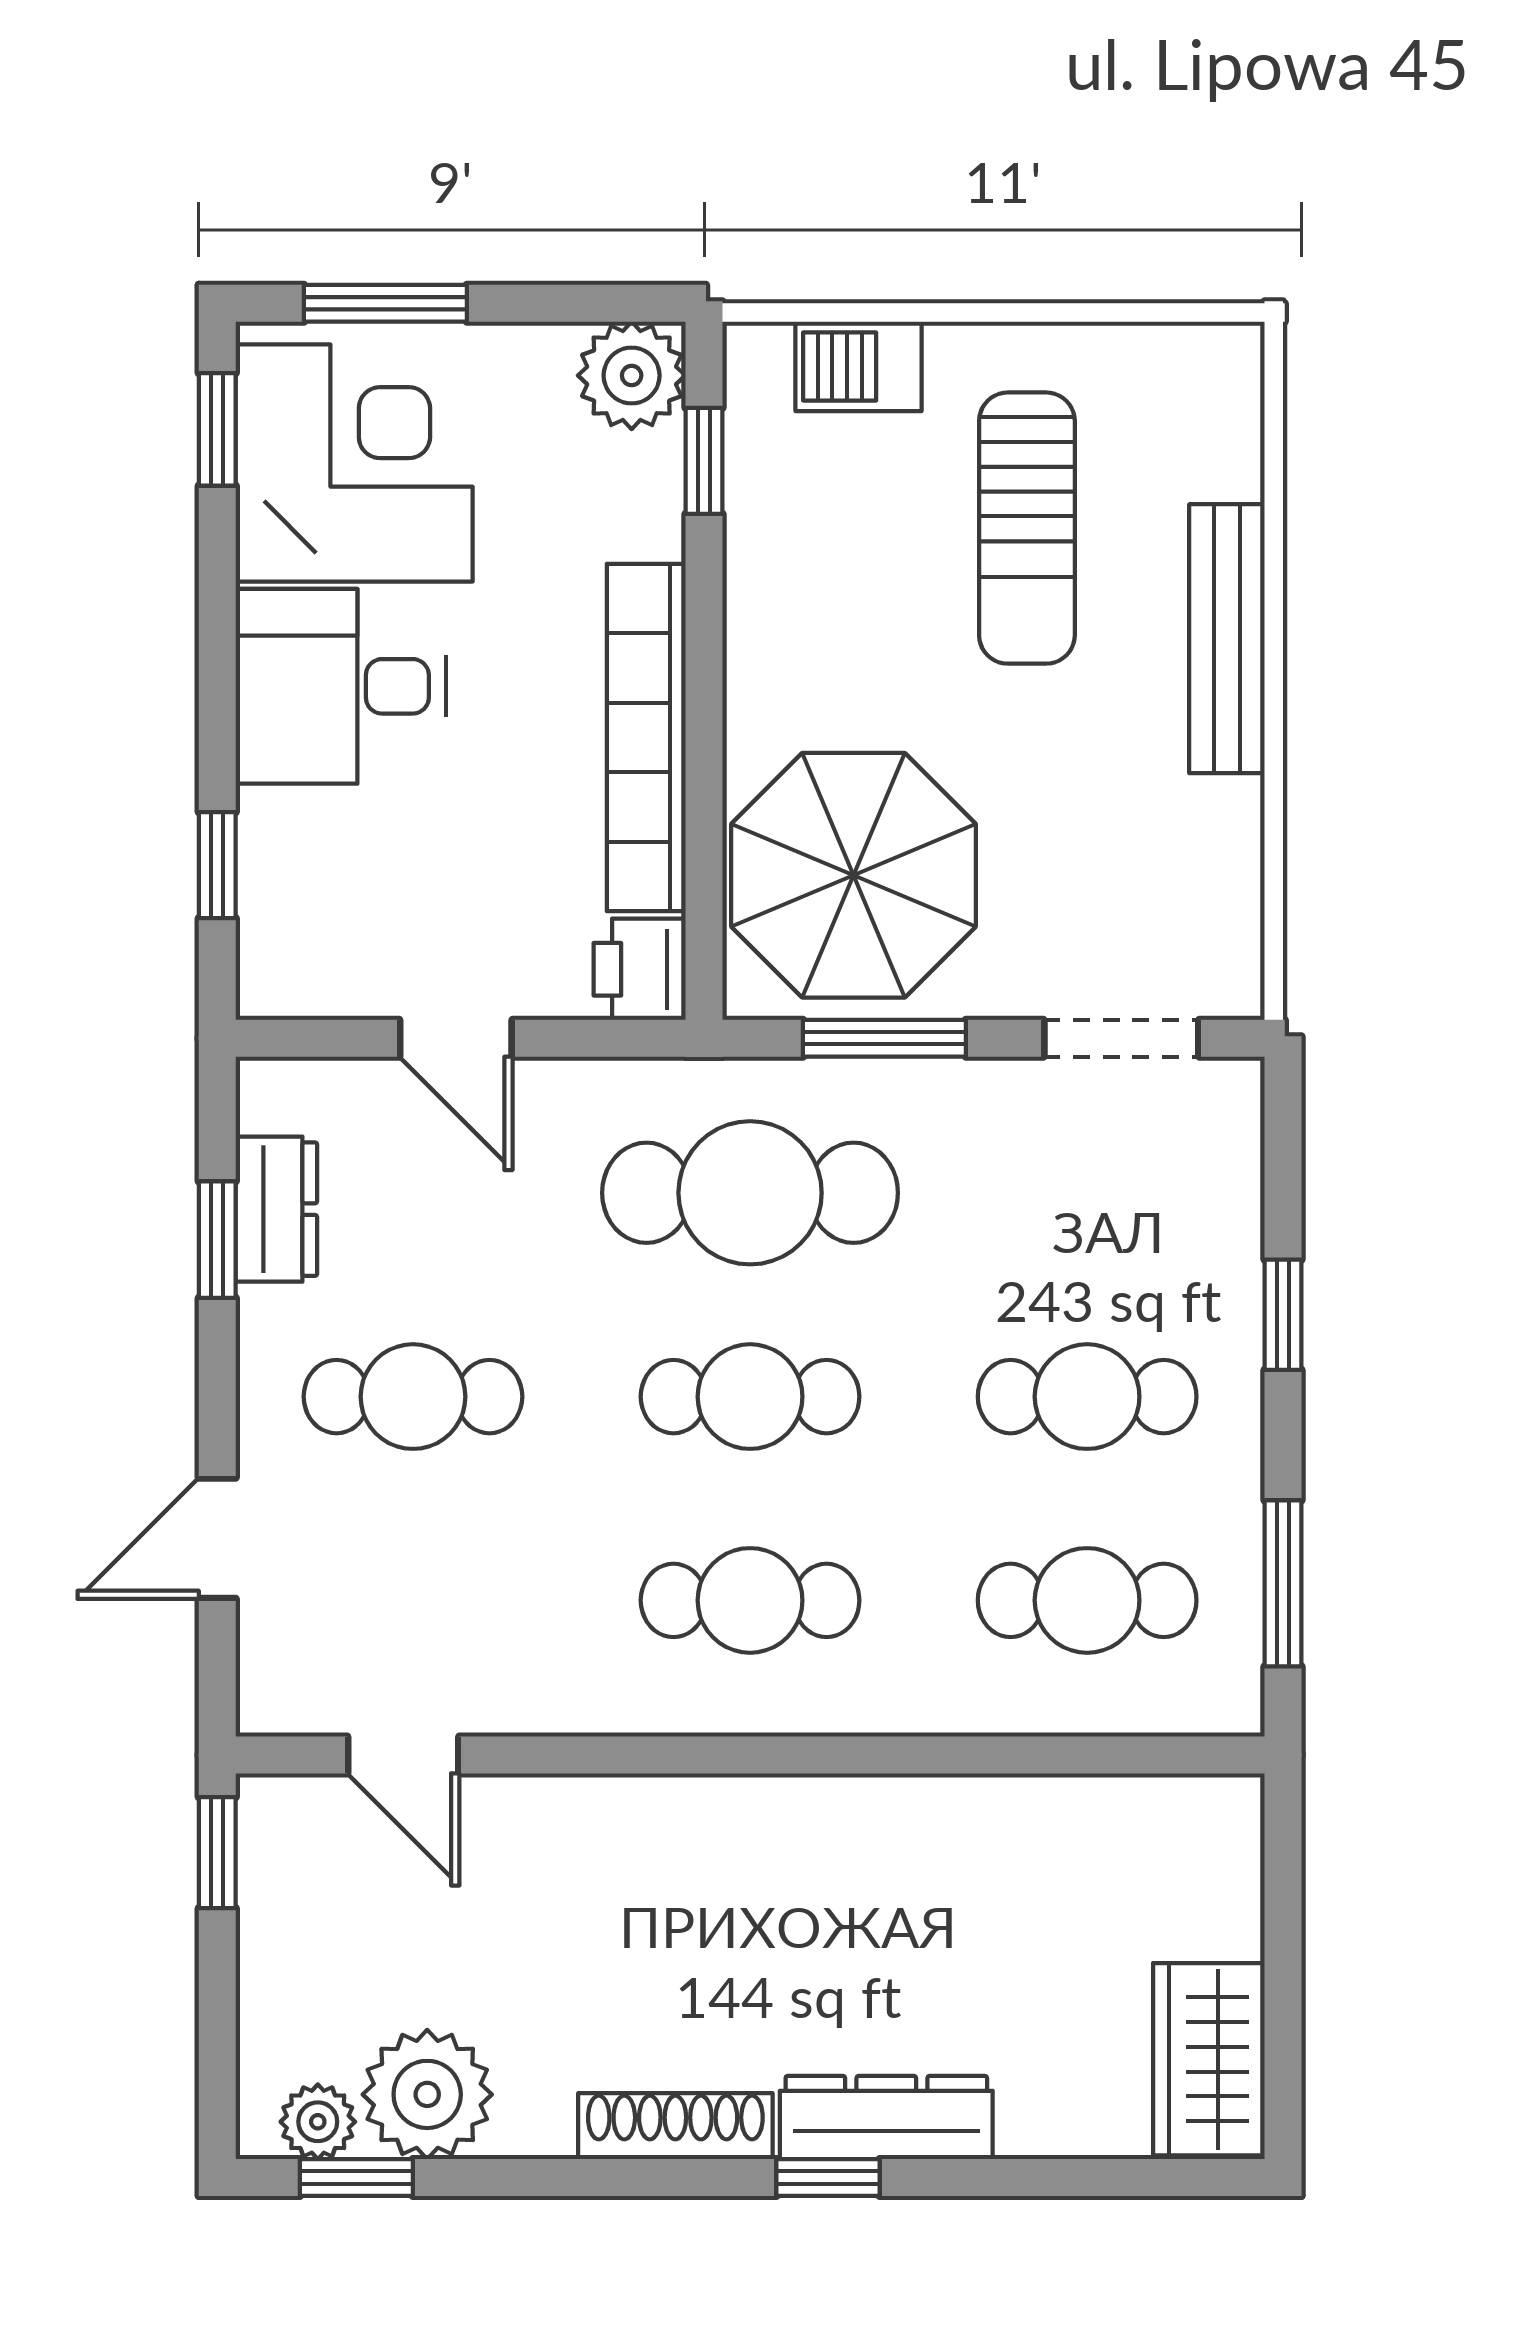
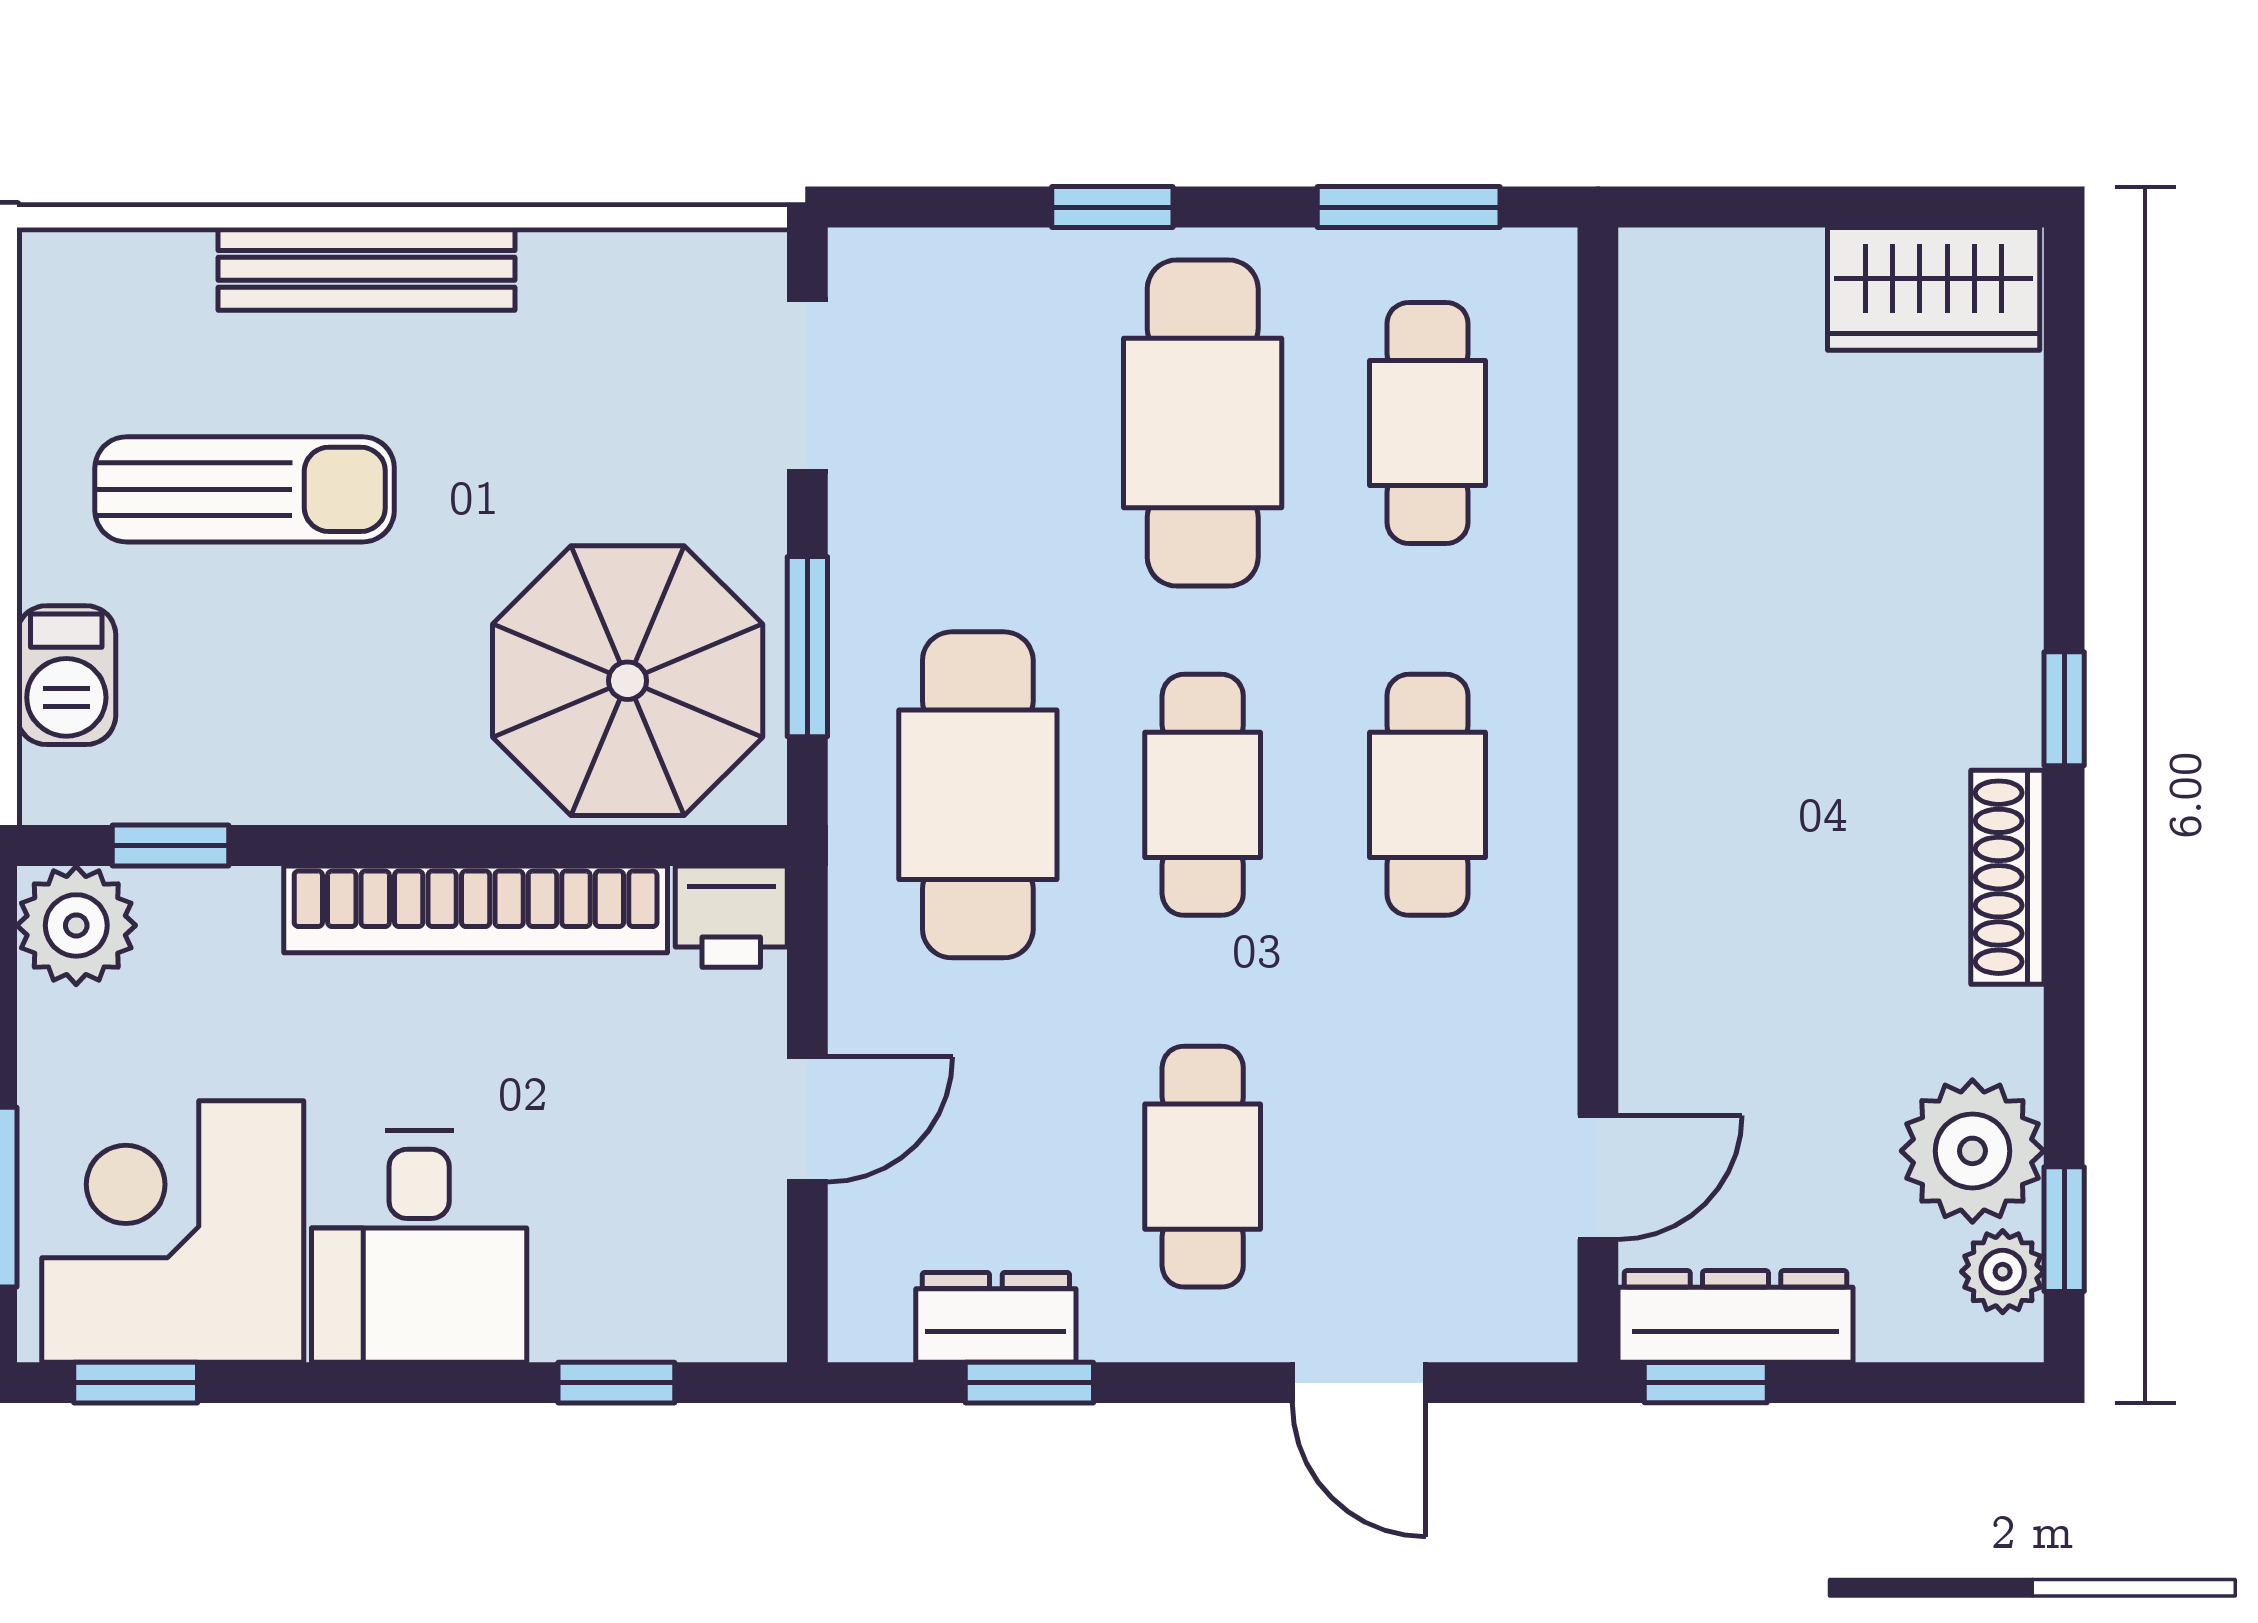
cafe table: (1087, 1397) -> (1203, 423), width x1.37, depth x1.35
dresser: (886, 2117) -> (1736, 1316), moved, turned 90

